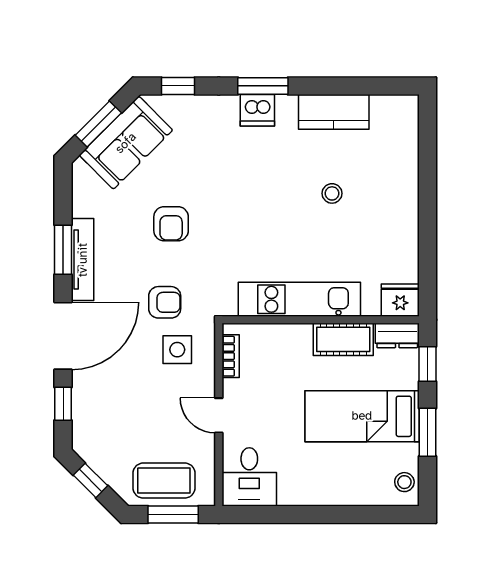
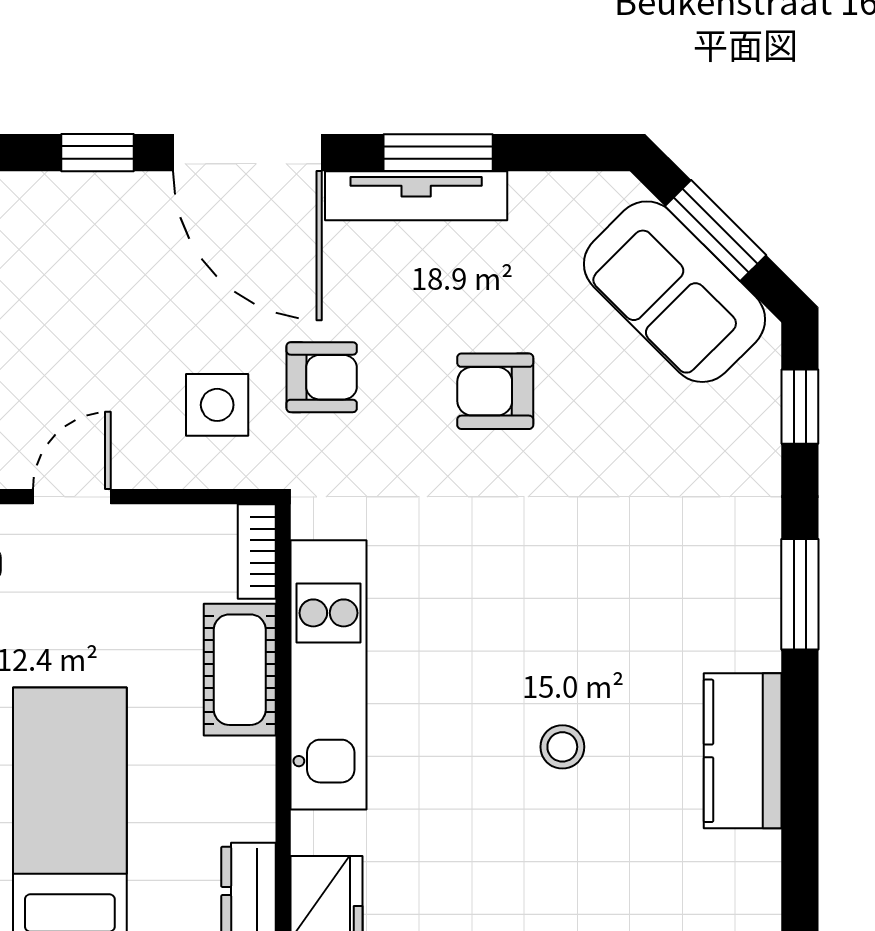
dishwasher: (257, 110) -> (746, 582), removed
armchair: (165, 302) -> (322, 377), turned -90
cot: (343, 339) -> (240, 670), moved
bookcase: (231, 356) -> (257, 551), moved, turned 90

